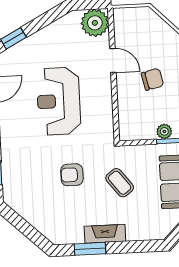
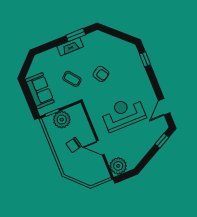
reception desk: (59, 101) -> (123, 114), turned -90
plant: (164, 131) -> (62, 120), width x1.88, depth x1.88
armchair: (72, 175) -> (101, 74), turned 58

